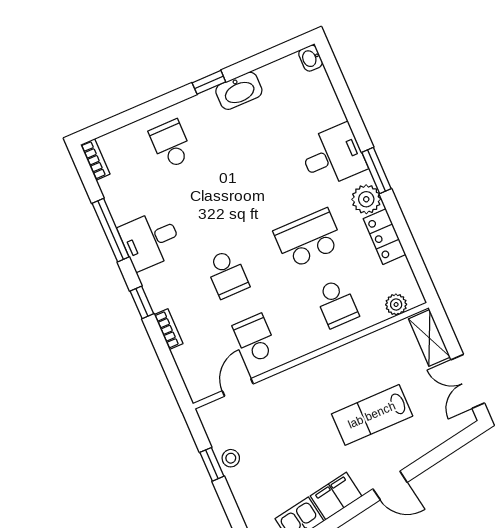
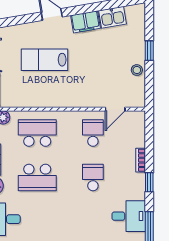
school desk: (336, 303) -> (37, 133), width x1.85
school desk: (255, 339) -> (93, 133), turned 180
lab bench: (372, 415) -> (44, 60), turned 180
window: (212, 464) -> (149, 51), moved

